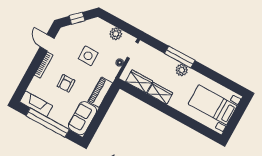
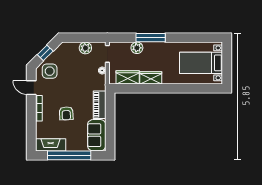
side table: (88, 56) -> (50, 71), moved
plant: (182, 70) -> (137, 48), moved

